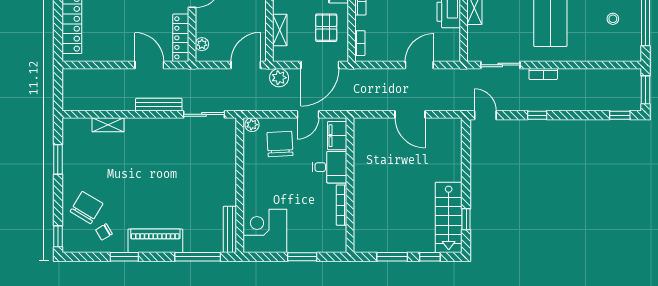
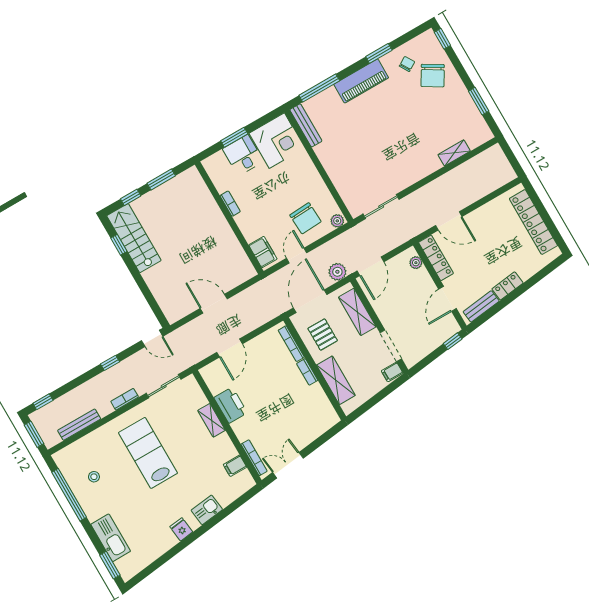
shelving: (280, 30) -> (357, 312), width x1.50, depth x1.33
bookcase: (360, 43) -> (291, 344), width x1.56
bench: (159, 105) -> (79, 425), moved
desk: (330, 167) -> (243, 155), moved, turned 90
bookcase: (342, 205) -> (230, 204), width x0.64

